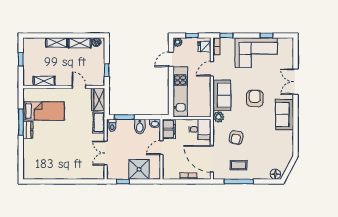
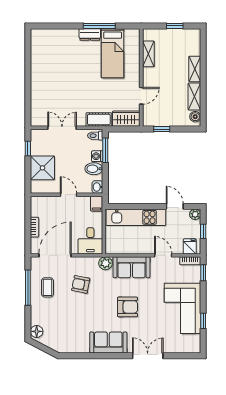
washing machine: (129, 124) -> (97, 156), added
filing cabinet: (169, 129) -> (96, 204), width x0.50

